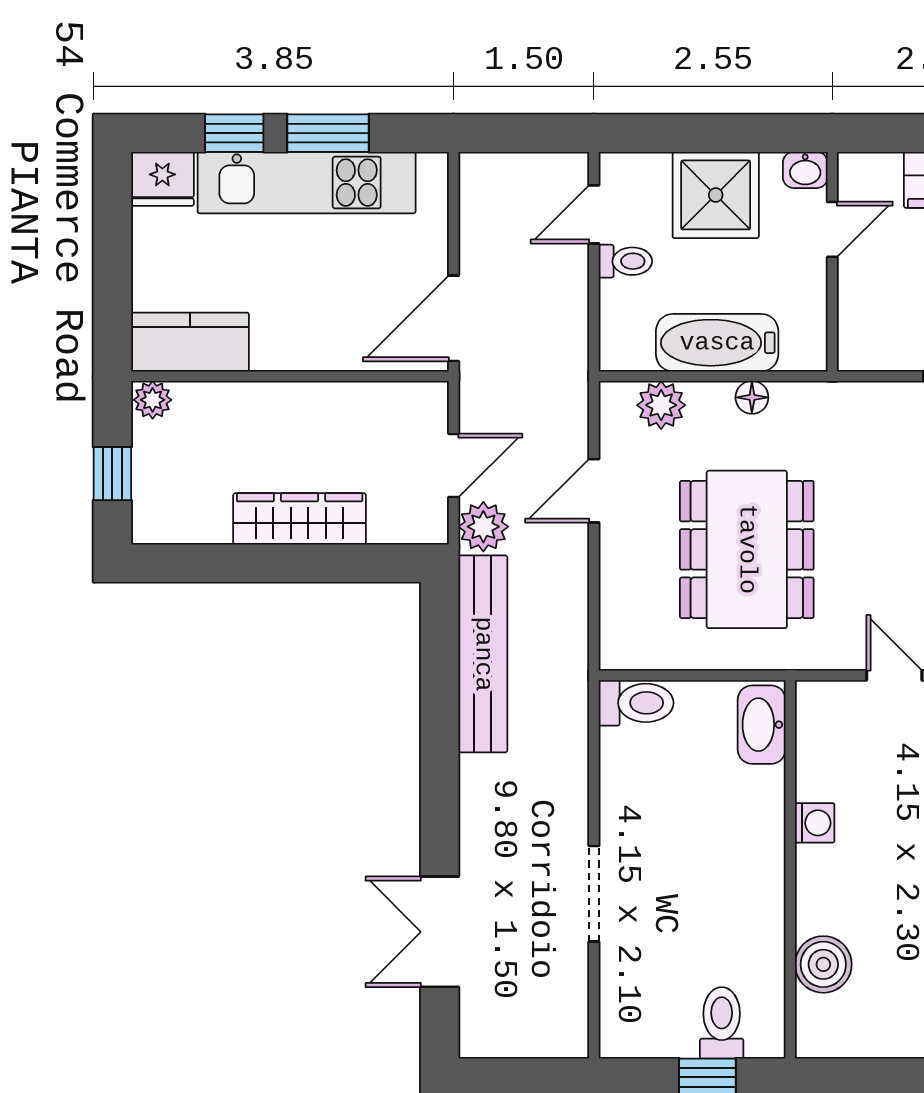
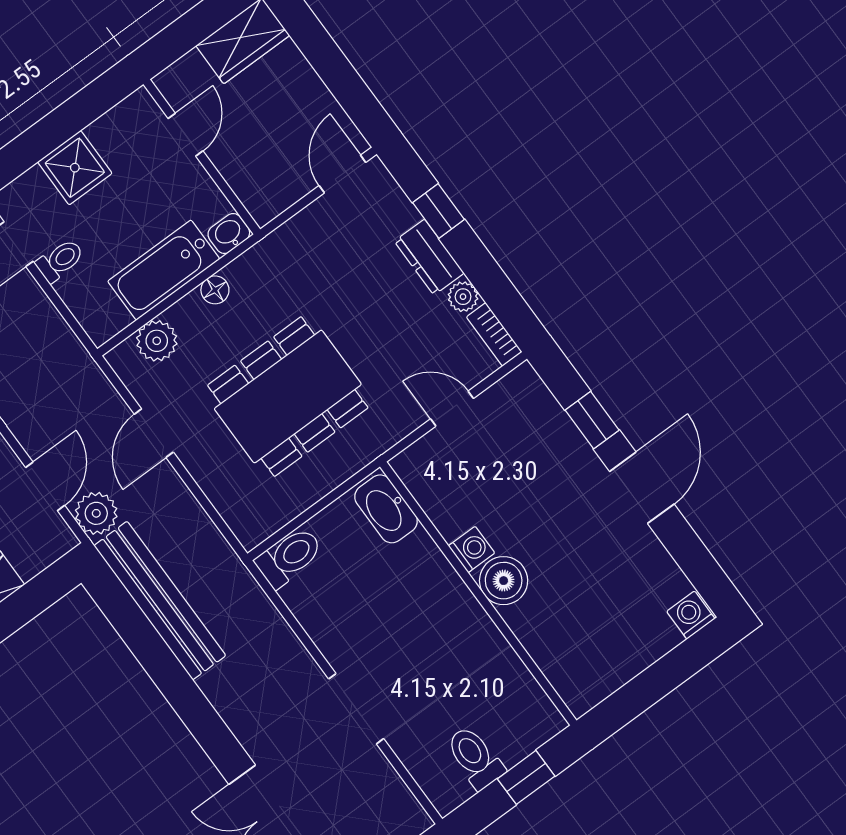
washbasin: (805, 170) -> (229, 234), moved, turned 180
shower: (716, 195) -> (75, 168), width x0.73, depth x0.73
dining table: (747, 549) -> (288, 397), turned 90
boiler: (823, 964) -> (504, 581), moved
toilet: (722, 1023) -> (475, 758), moved

